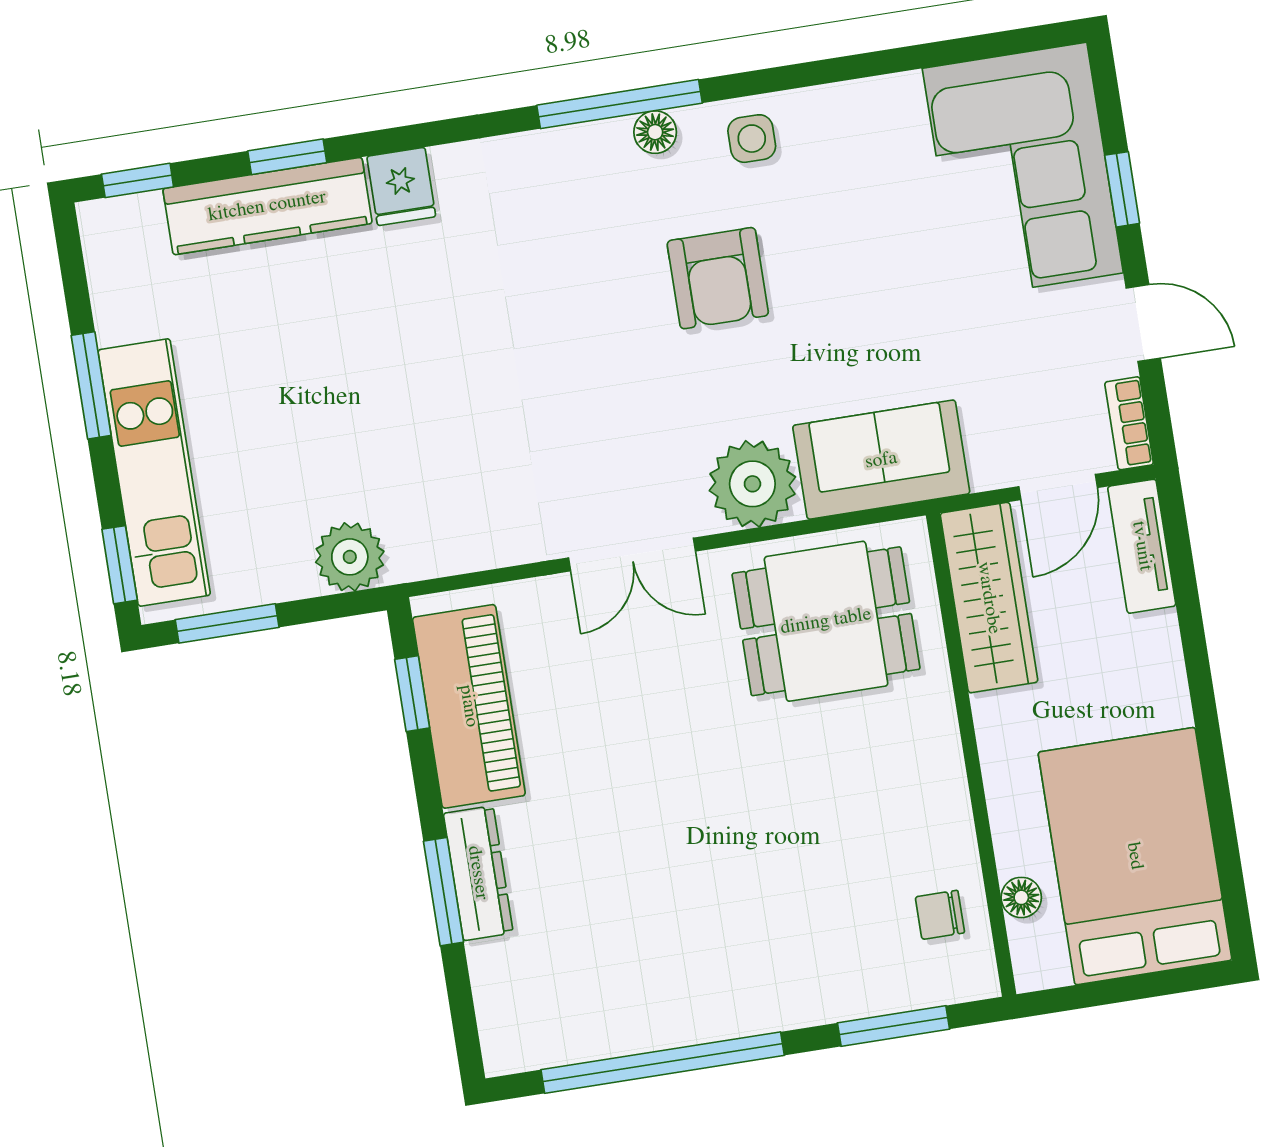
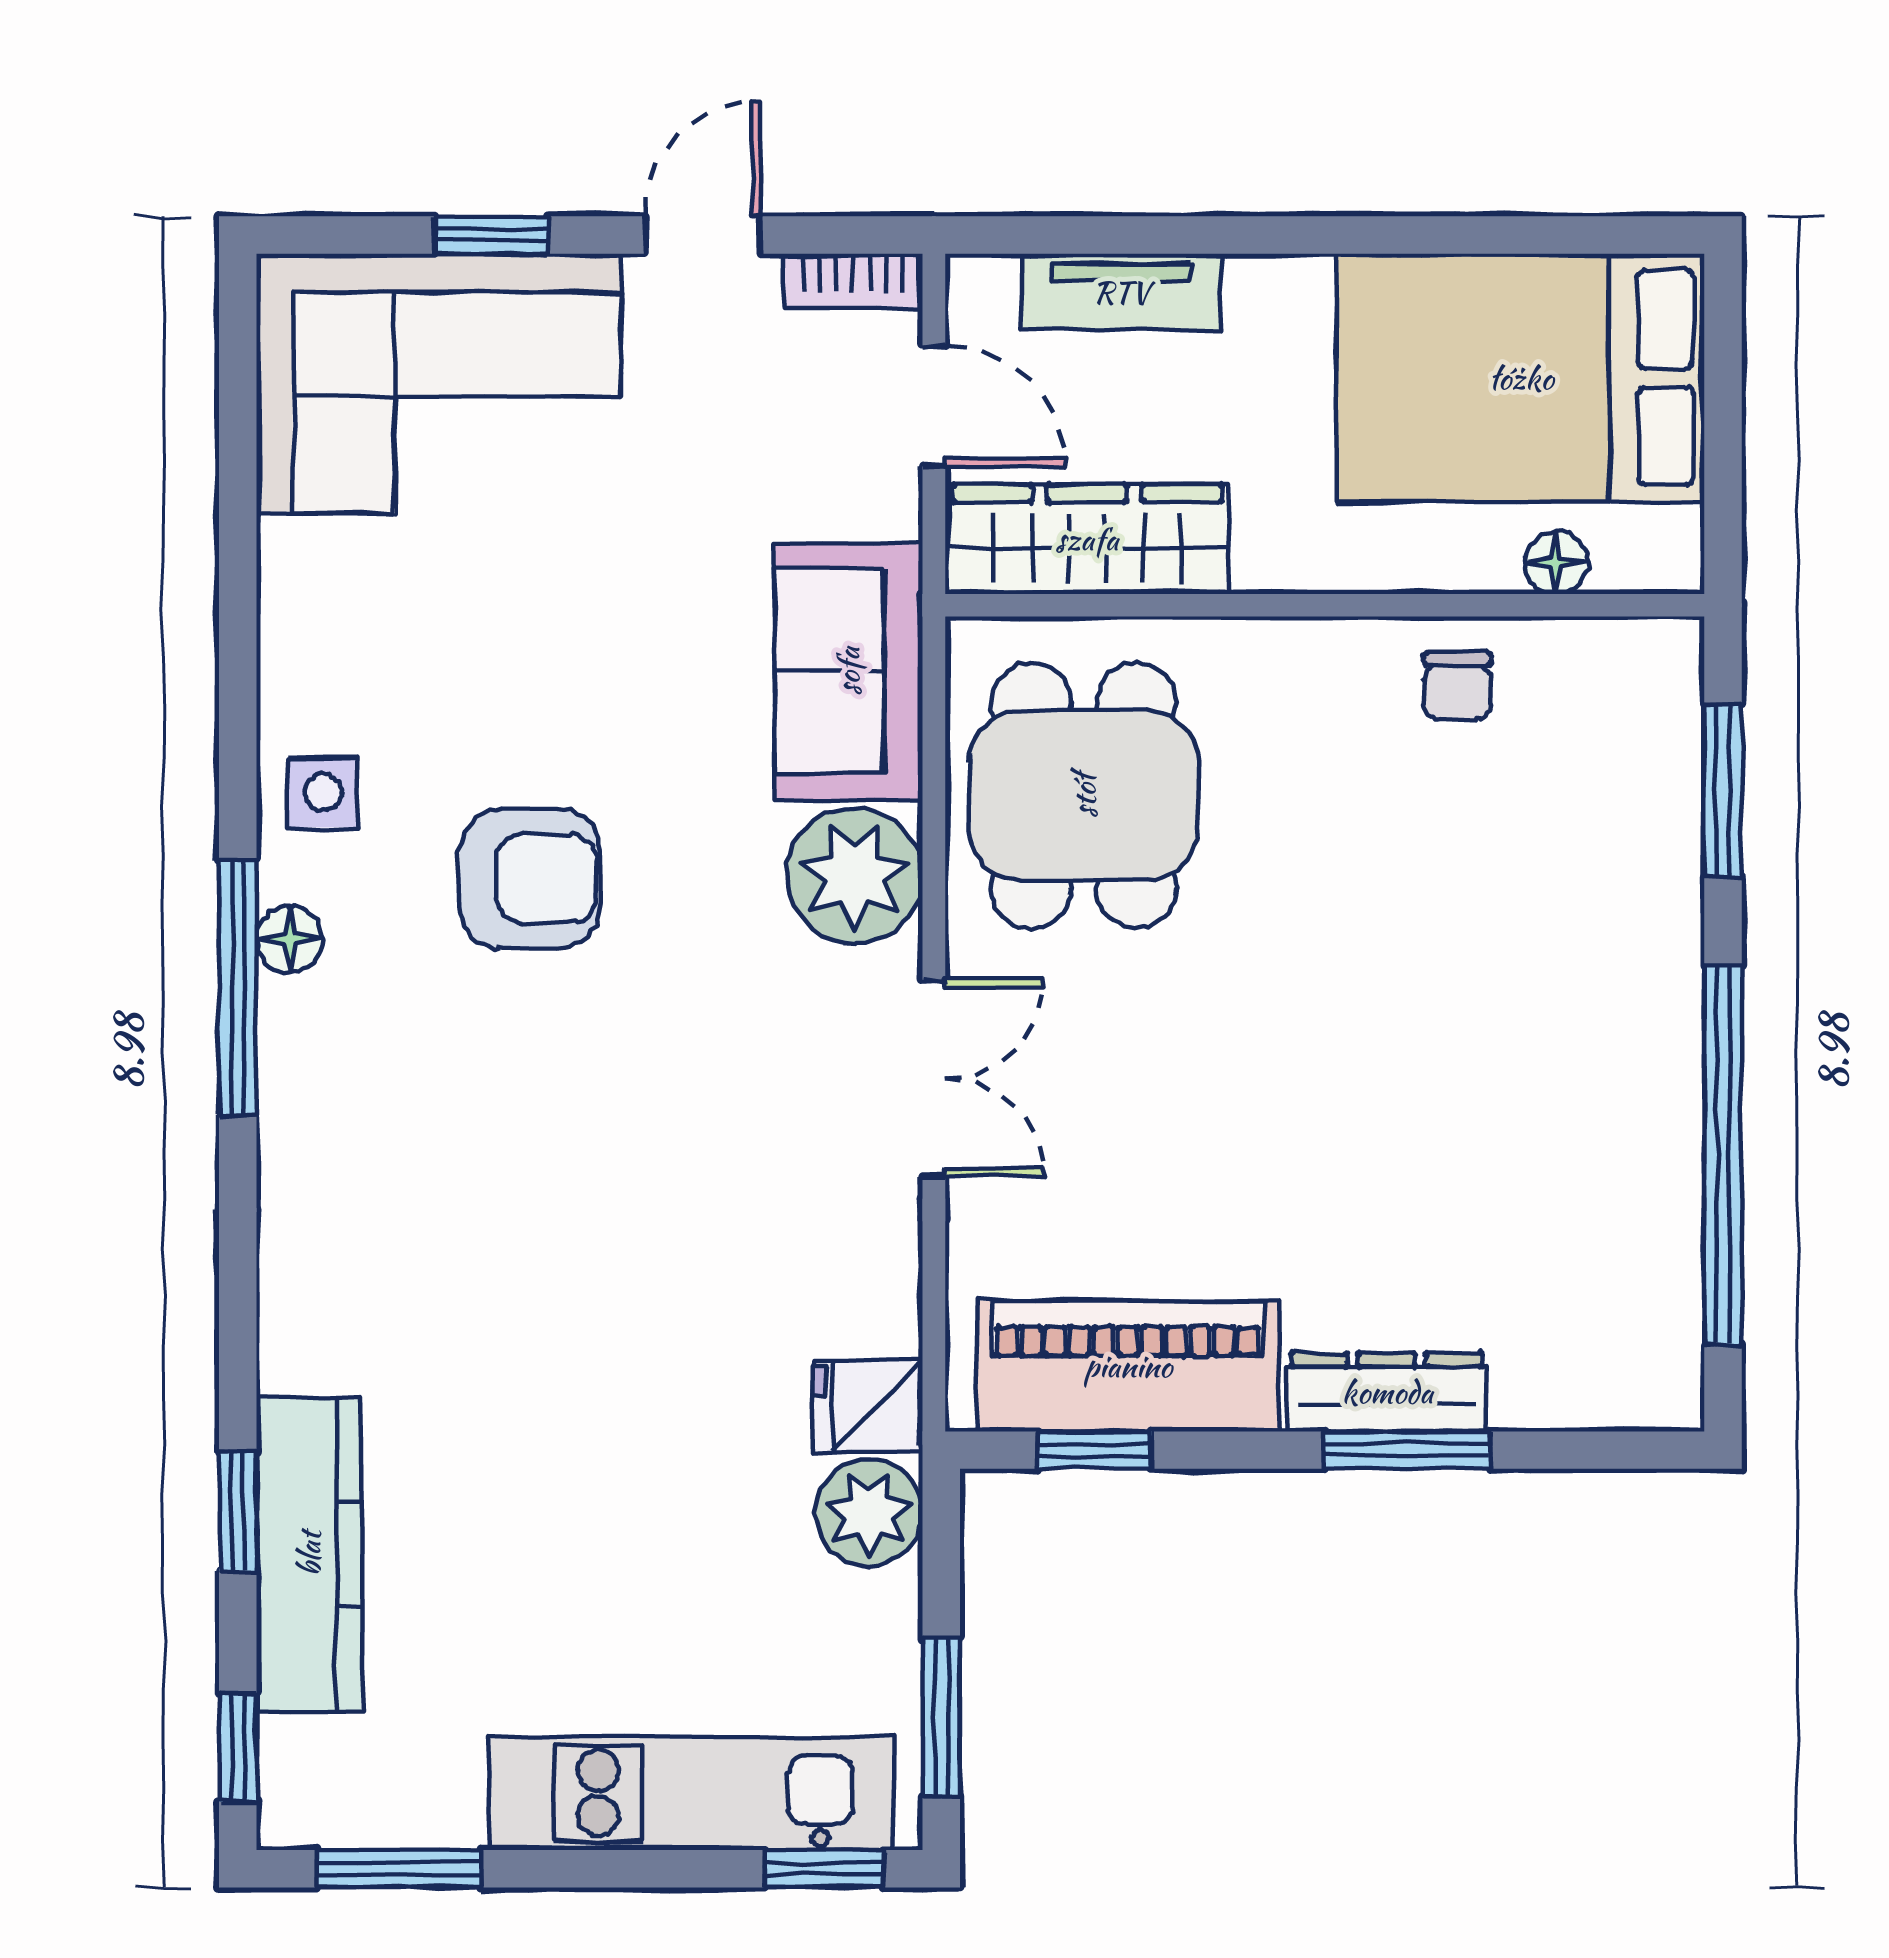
fridge: (401, 186) -> (868, 1405), moved, turned 180
window: (91, 385) -> (399, 1869), moved
tv unit: (1142, 546) -> (1121, 292), moved
chair: (940, 915) -> (1457, 686), moved

